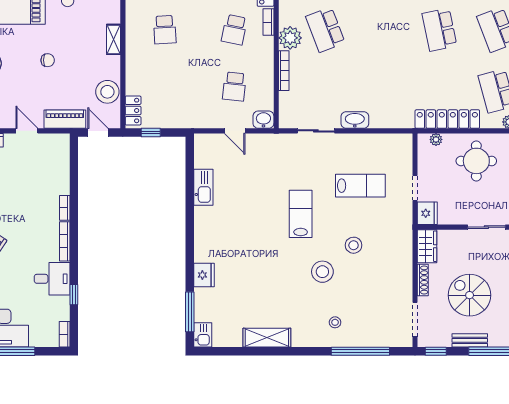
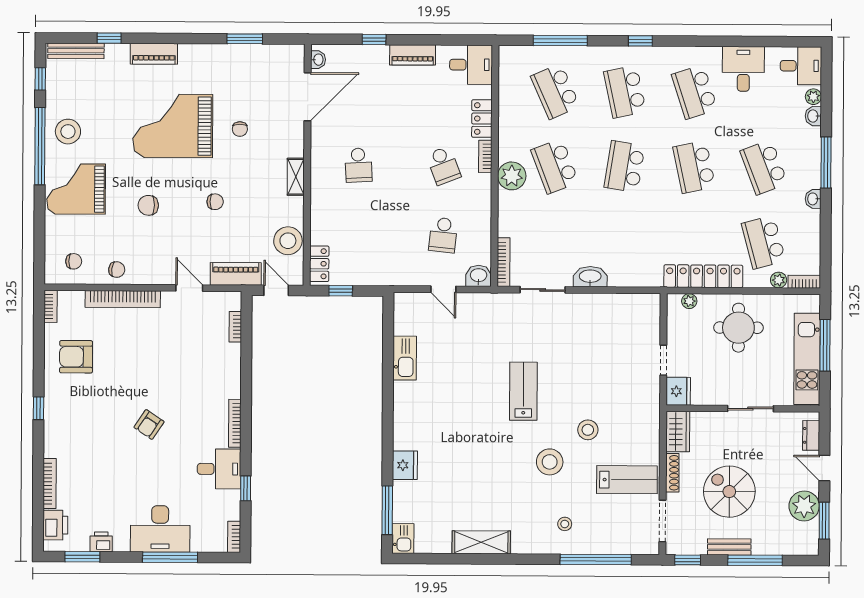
school desk: (234, 30) -> (443, 166), turned -33
school desk: (382, 30) -> (625, 167), added
bookcase: (284, 71) -> (504, 262), moved
lab bench: (360, 186) -> (627, 480), moved
bookcase: (65, 208) -> (235, 327), moved

